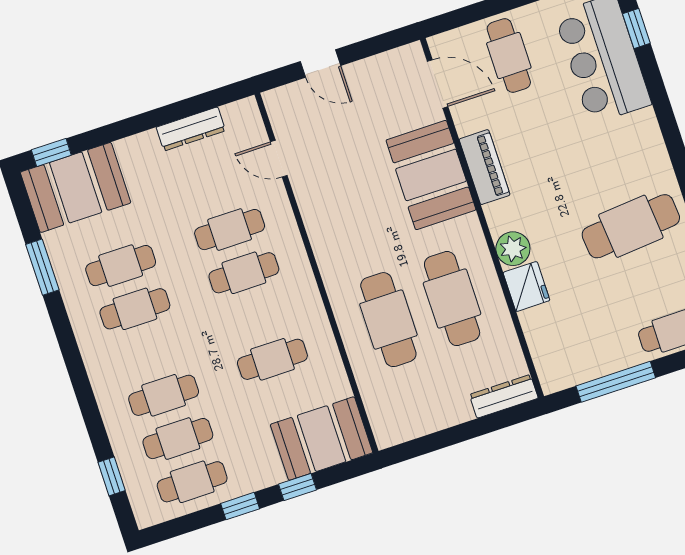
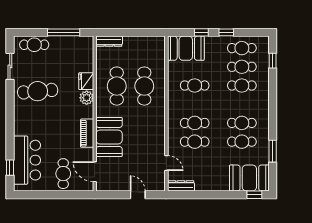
dresser: (191, 129) -> (181, 186), moved

